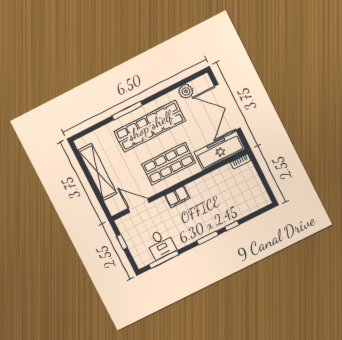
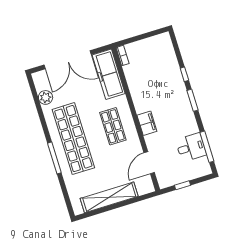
shop shelf: (169, 164) -> (113, 126), width x0.70, depth x0.74

